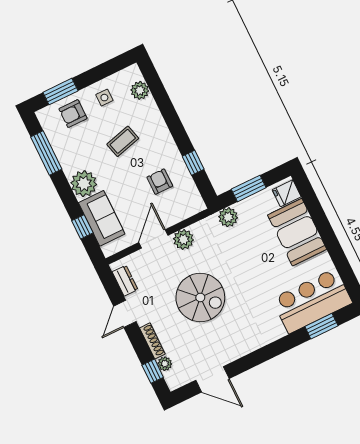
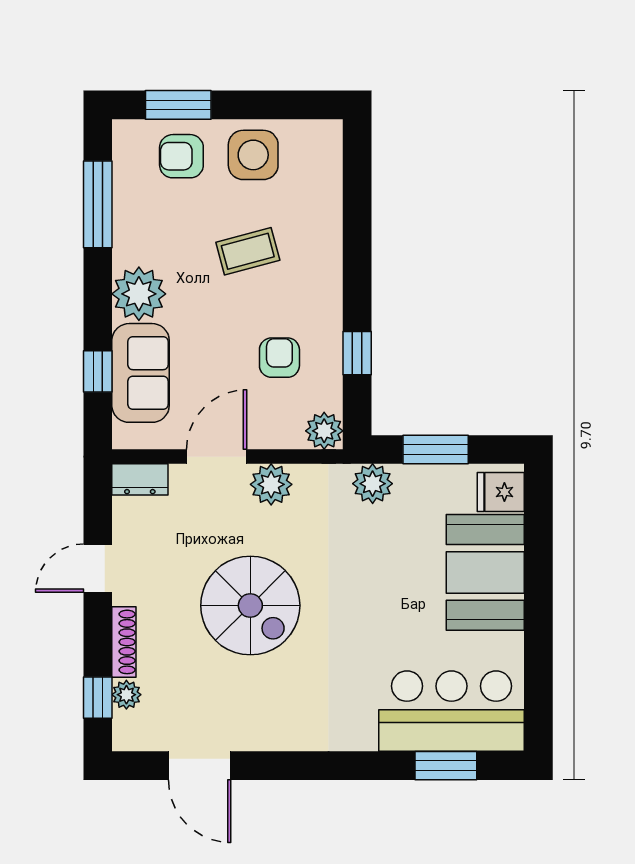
plant: (140, 90) -> (324, 431), moved
side table: (104, 98) -> (253, 155), width x1.87, depth x1.87
dresser: (125, 281) -> (140, 479), moved, turned 90

